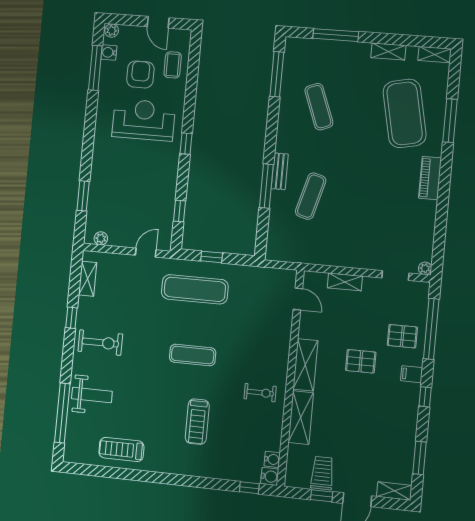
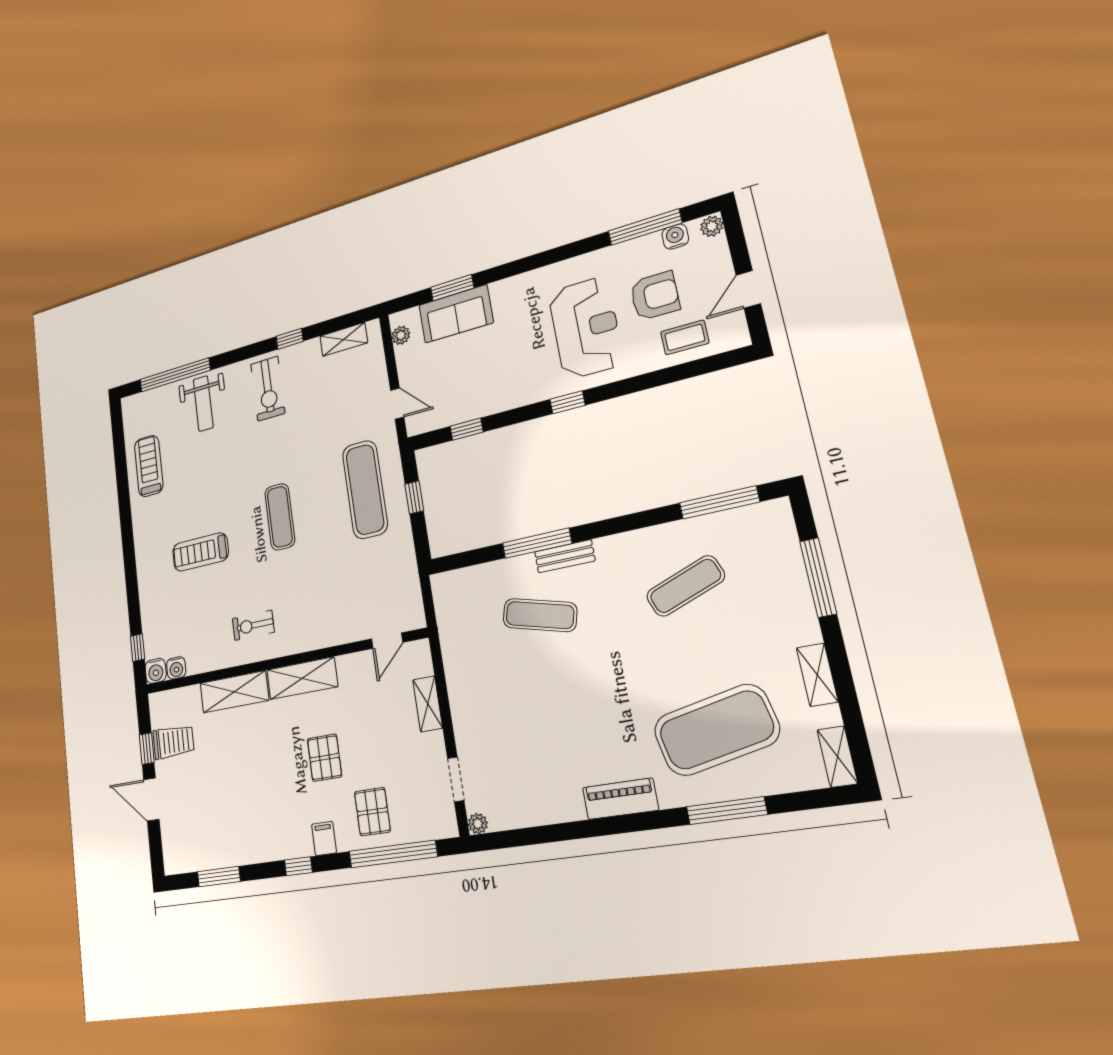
sofa: (101, 198) -> (456, 314), added
exercise bike: (260, 393) -> (253, 625), turned 90
shelving: (394, 491) -> (172, 850), removed

